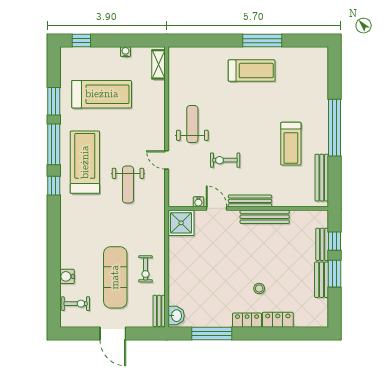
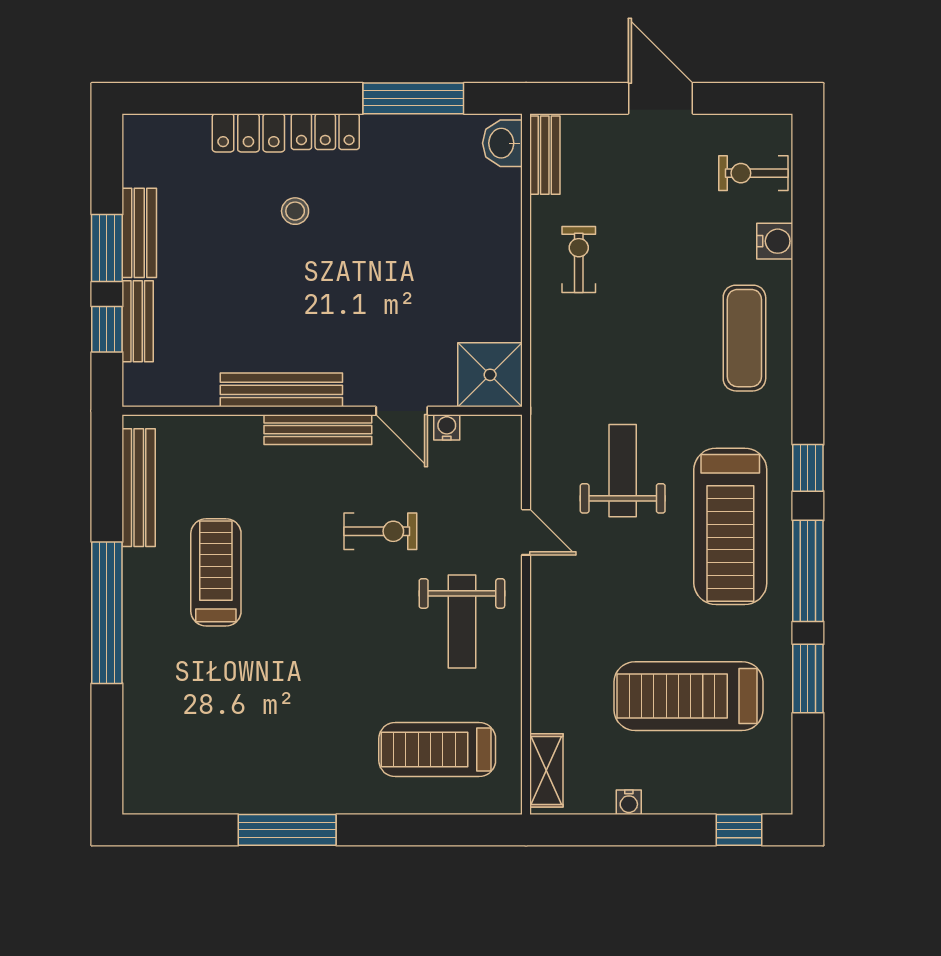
treadmill: (252, 71) -> (437, 750), moved
exercise mat: (115, 277) -> (744, 338), moved, width x0.73, depth x0.69

